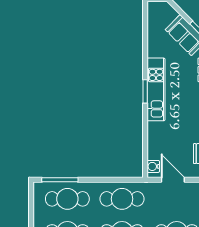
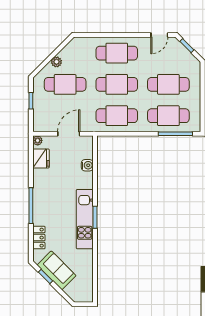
water cooler: (153, 166) -> (87, 165), moved
door: (173, 180) -> (69, 134), swing flipped

